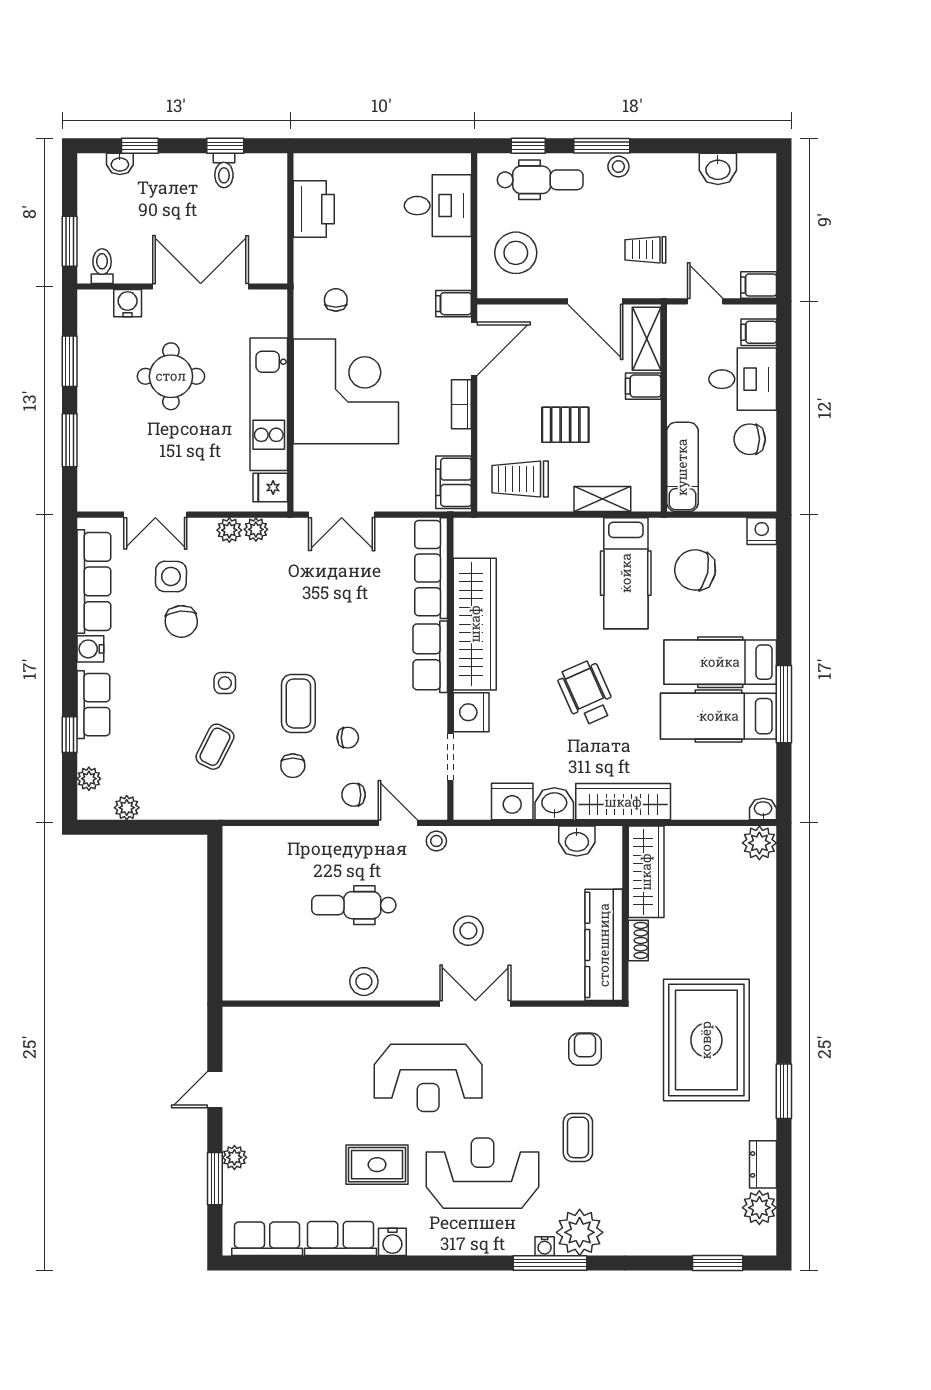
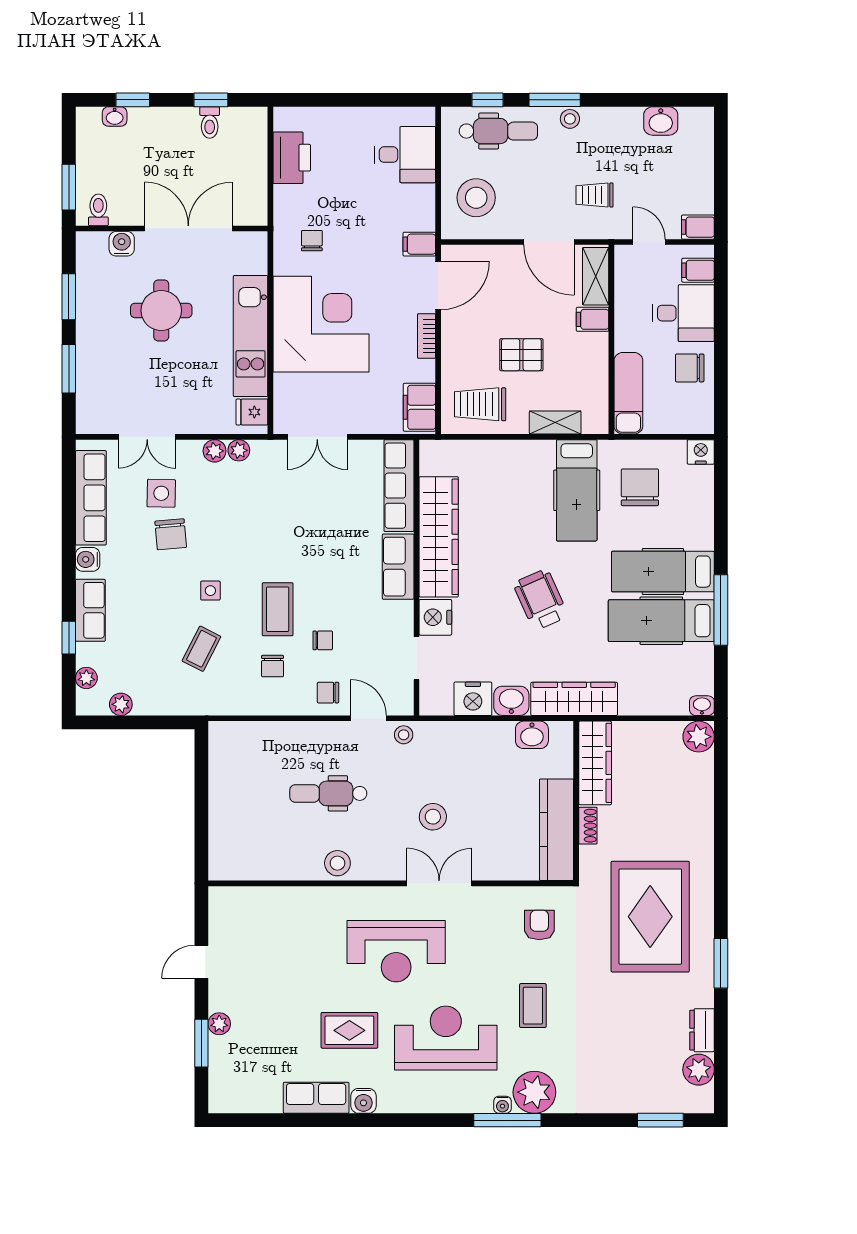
chair: (695, 570) -> (640, 487), turned 78
row of seats: (267, 1239) -> (249, 1098), removed

